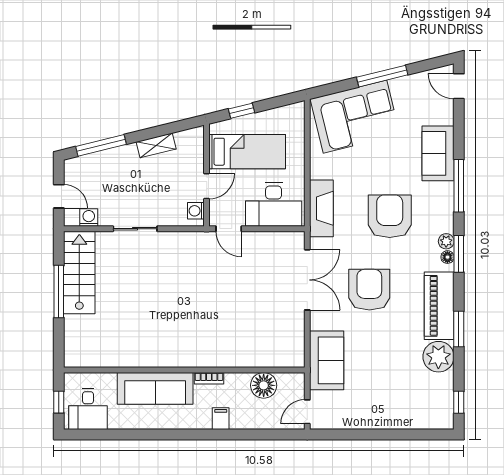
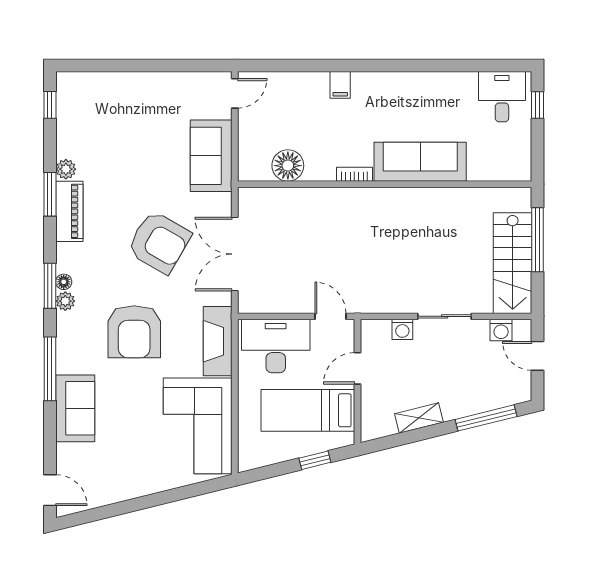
window: (382, 76) -> (143, 503), removed
corner sofa: (355, 117) -> (198, 426), moved, turned -76
washing machine: (196, 211) -> (402, 329), moved, turned 90
armchair: (369, 290) -> (159, 242), turned -60
piano: (439, 306) -> (69, 211), width x0.73, depth x0.75
plant: (438, 357) -> (66, 169), width x0.53, depth x0.53
wall: (184, 370) -> (385, 184), moved
bookcase: (209, 378) -> (354, 174), moved
floor lamp: (264, 385) -> (288, 166), moved
sofa: (155, 388) -> (420, 162), moved

